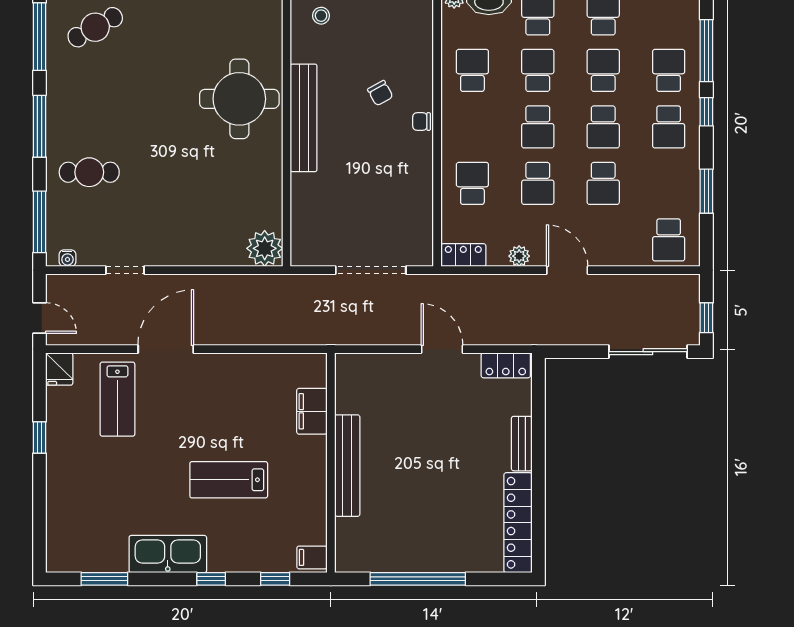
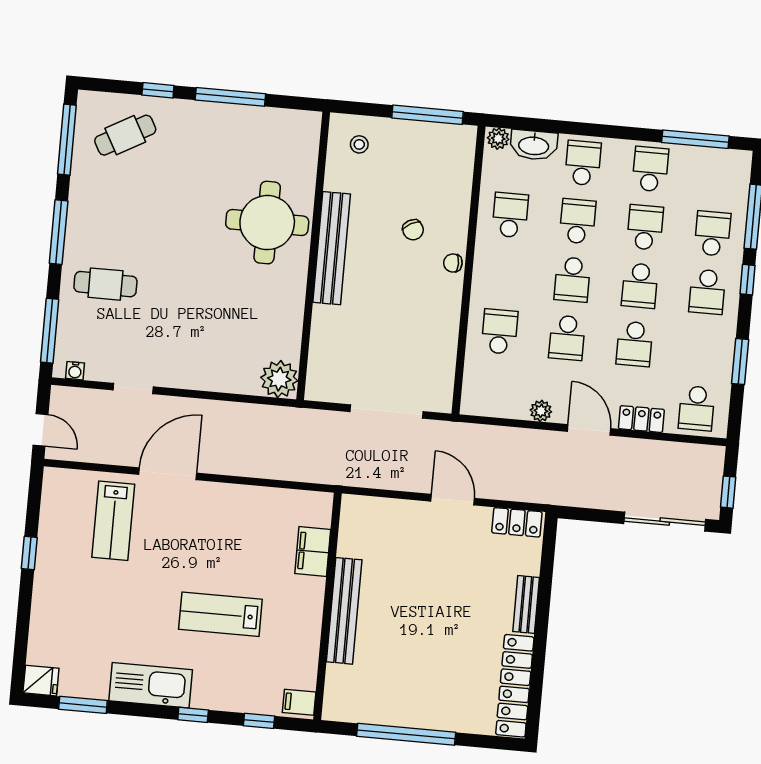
locker: (463, 255) -> (641, 419), moved
fridge: (59, 369) -> (41, 681), moved, turned -90

